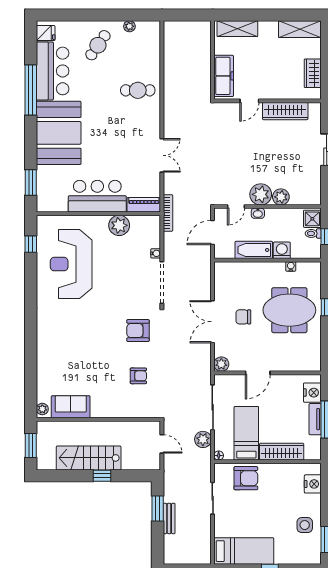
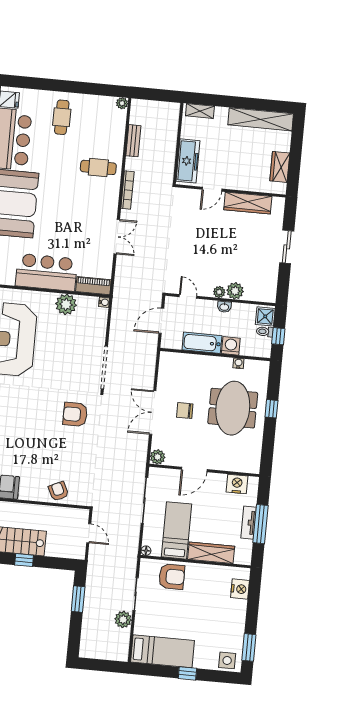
plant: (129, 26) -> (122, 103), moved
shelving: (237, 29) -> (200, 111), width x0.67, depth x0.75
shelving: (300, 29) -> (261, 119), width x1.47
cafe table: (98, 45) -> (62, 117), turned -35
plant: (261, 194) -> (219, 292), width x0.53, depth x0.53
door: (236, 207) -> (188, 296), swing flipped
bookcase: (168, 213) -> (127, 190), moved
washbasin: (258, 213) -> (224, 307), moved
water cooler: (156, 253) -> (104, 302), moved
meeting table: (289, 310) -> (233, 408), turned 90
armchair: (138, 376) -> (58, 491), moved, turned -115
nightstand: (312, 393) -> (237, 484), moved, turned -90
plant: (203, 439) -> (123, 619), moved
bench: (169, 518) -> (133, 141), moved
side table: (305, 525) -> (227, 660), moved

